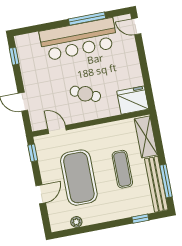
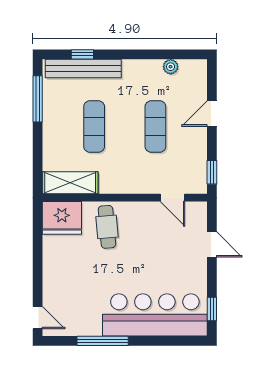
bar counter: (79, 39) -> (155, 315), moved
cafe table: (85, 94) -> (107, 227), moved, turned 60
shelving: (146, 137) -> (70, 183), moved, turned 90
exercise mat: (79, 178) -> (155, 126), width x0.50, depth x0.69
bench: (156, 184) -> (83, 69), moved, turned 90

